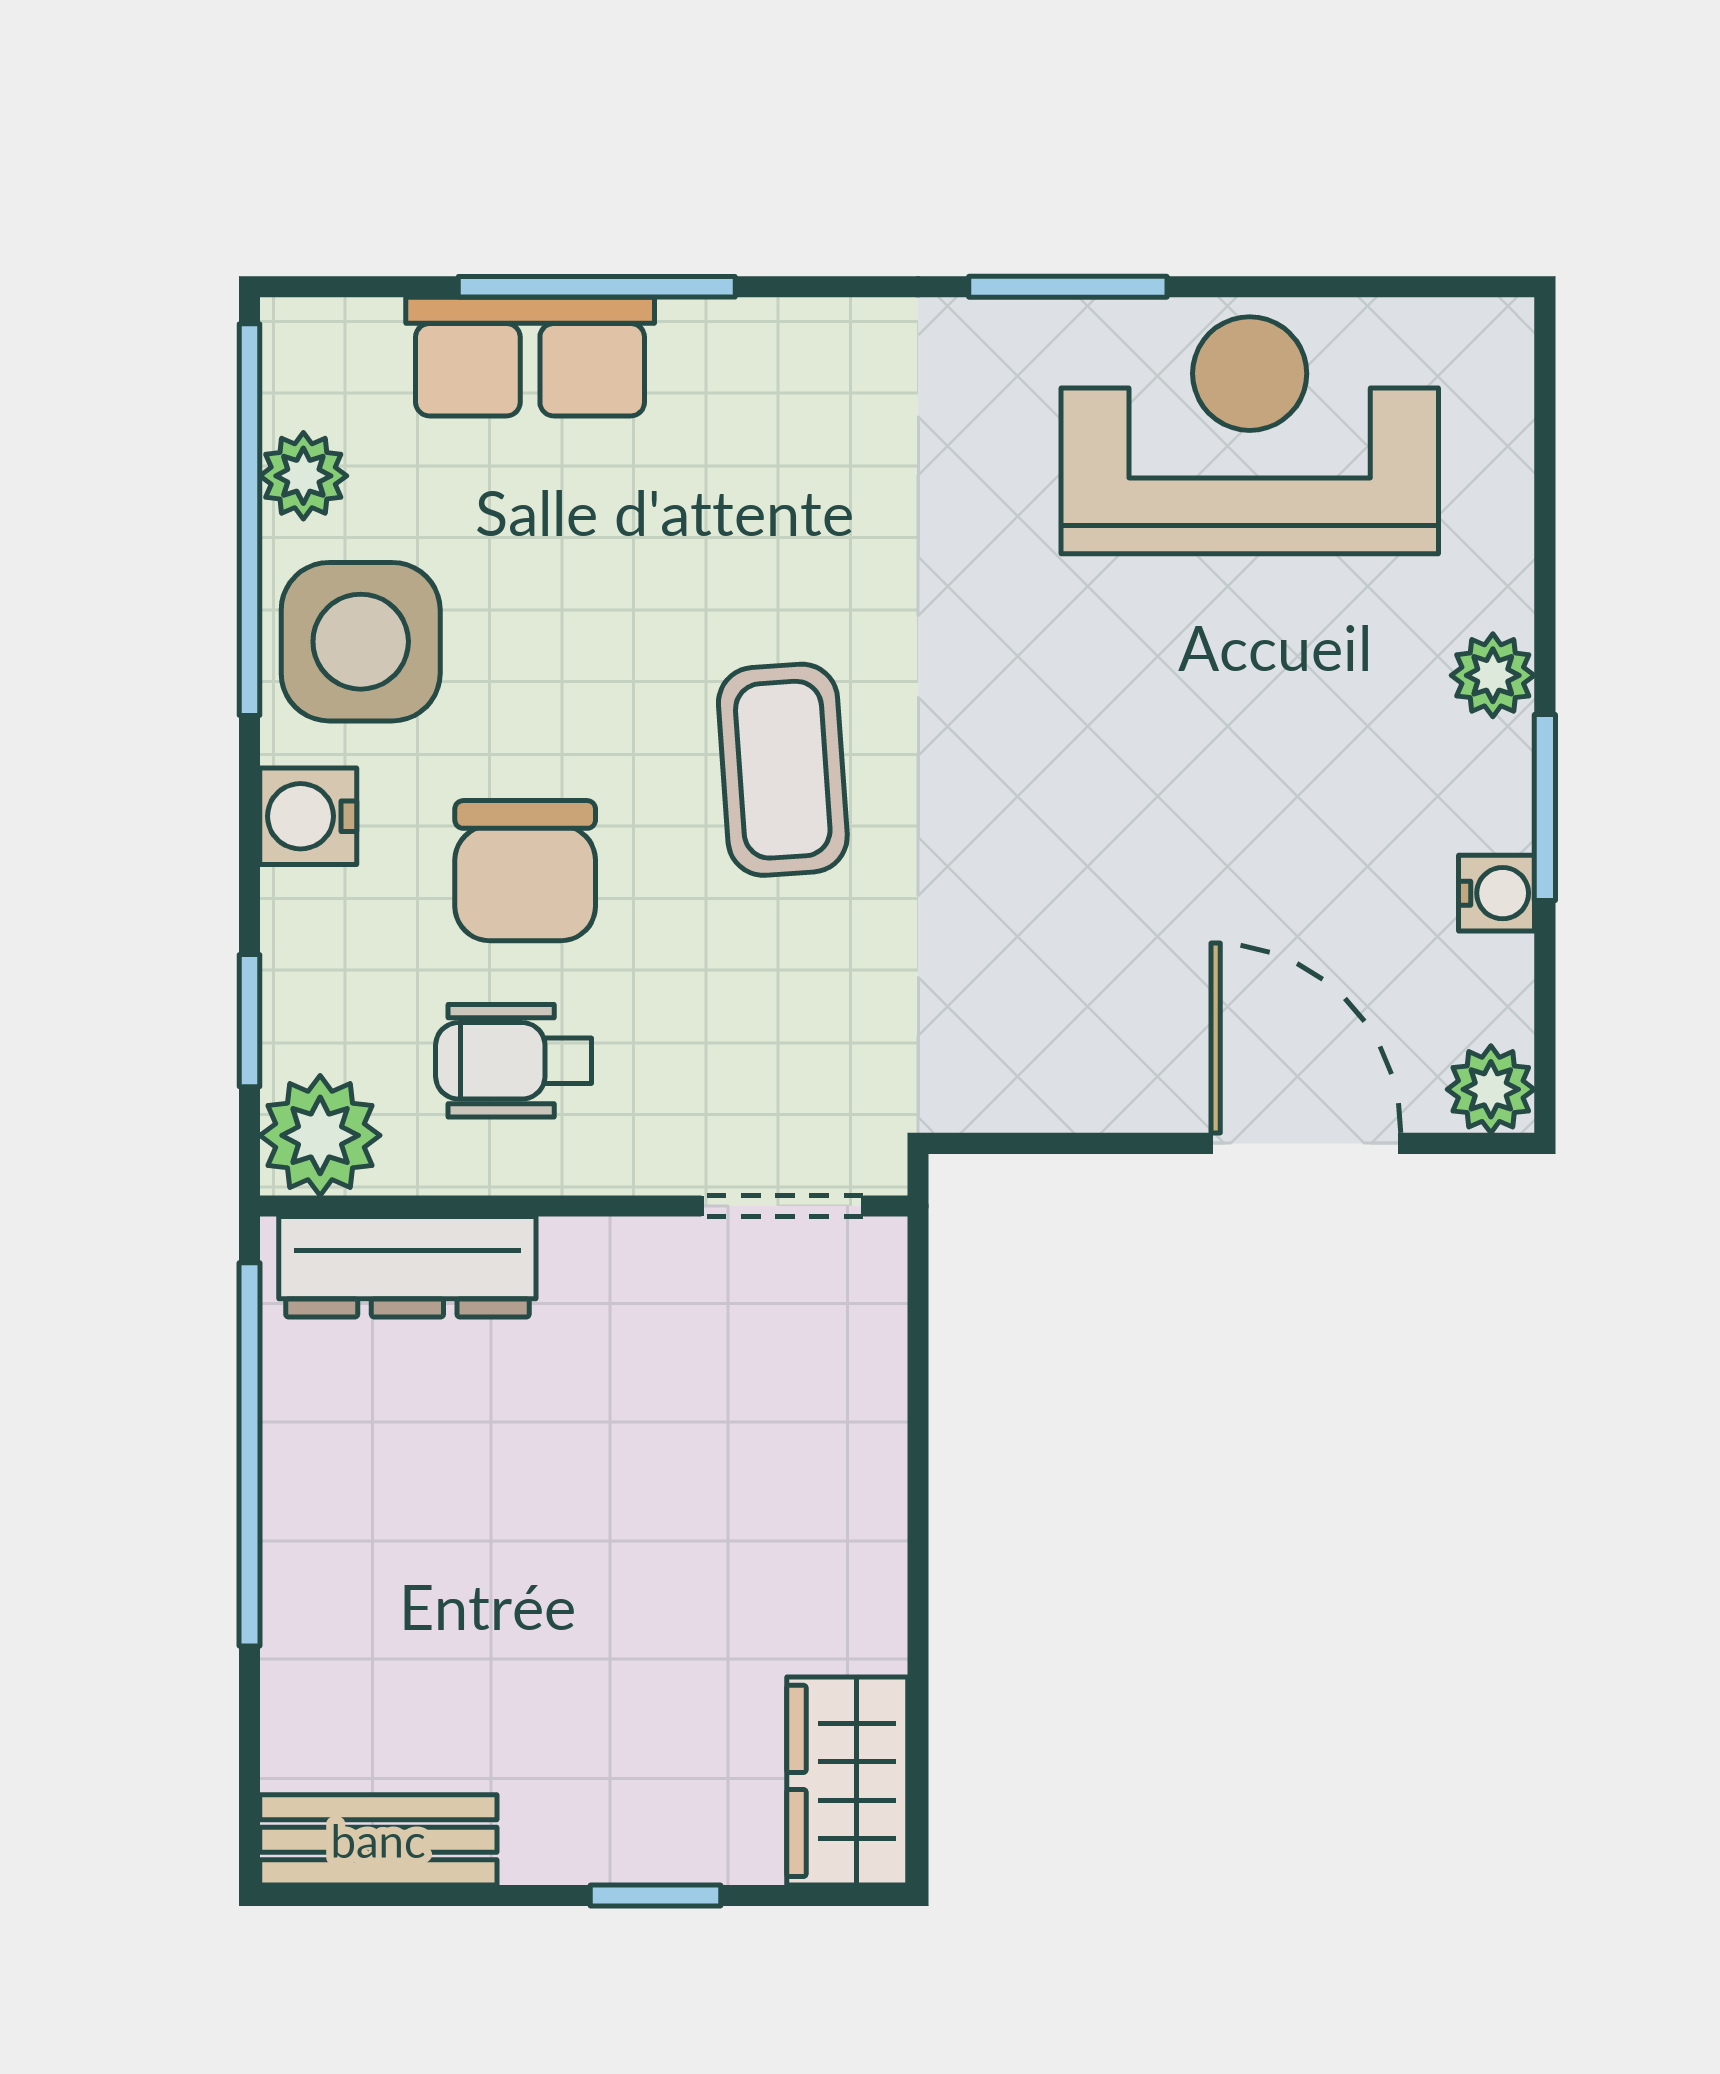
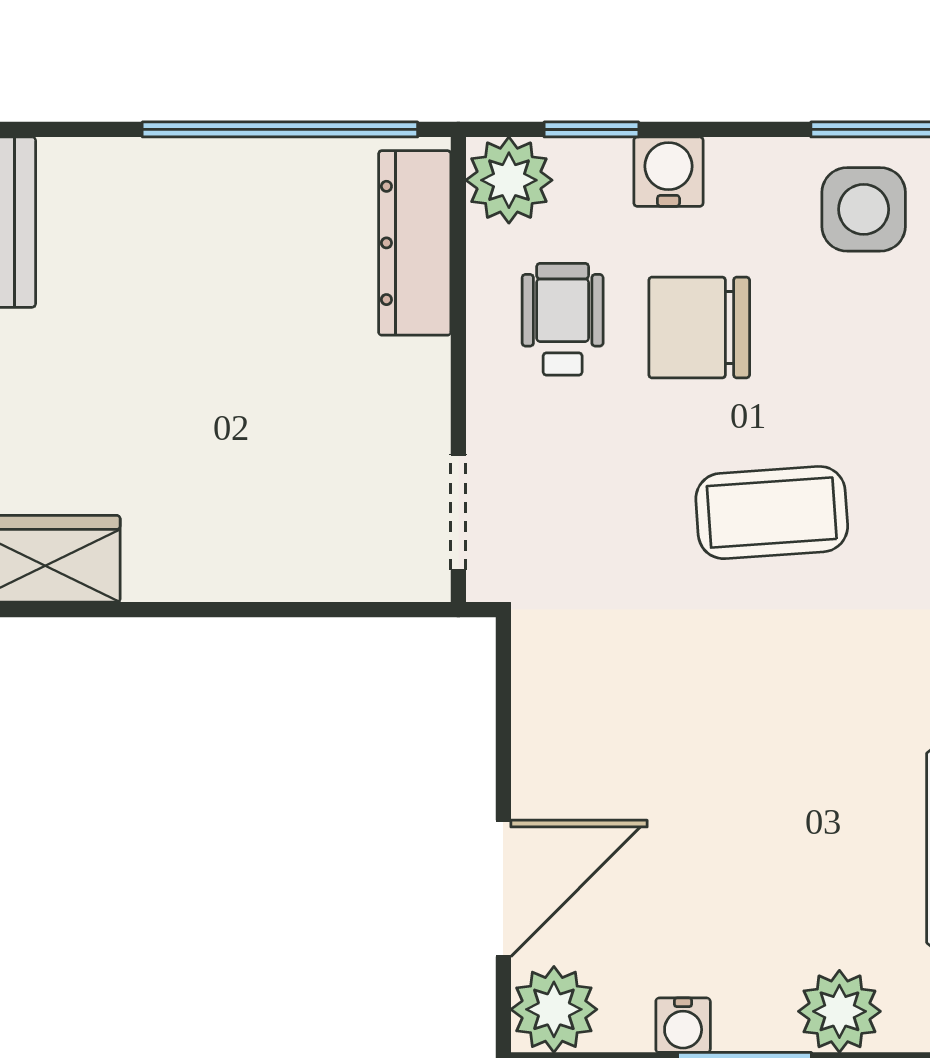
side table: (361, 642) -> (864, 209), width x0.73, depth x0.73
plant: (1493, 675) -> (839, 1011), width x1.38, depth x1.38
water cooler: (308, 816) -> (668, 172), moved
plant: (1491, 1089) -> (554, 1009), width x1.38, depth x1.38

